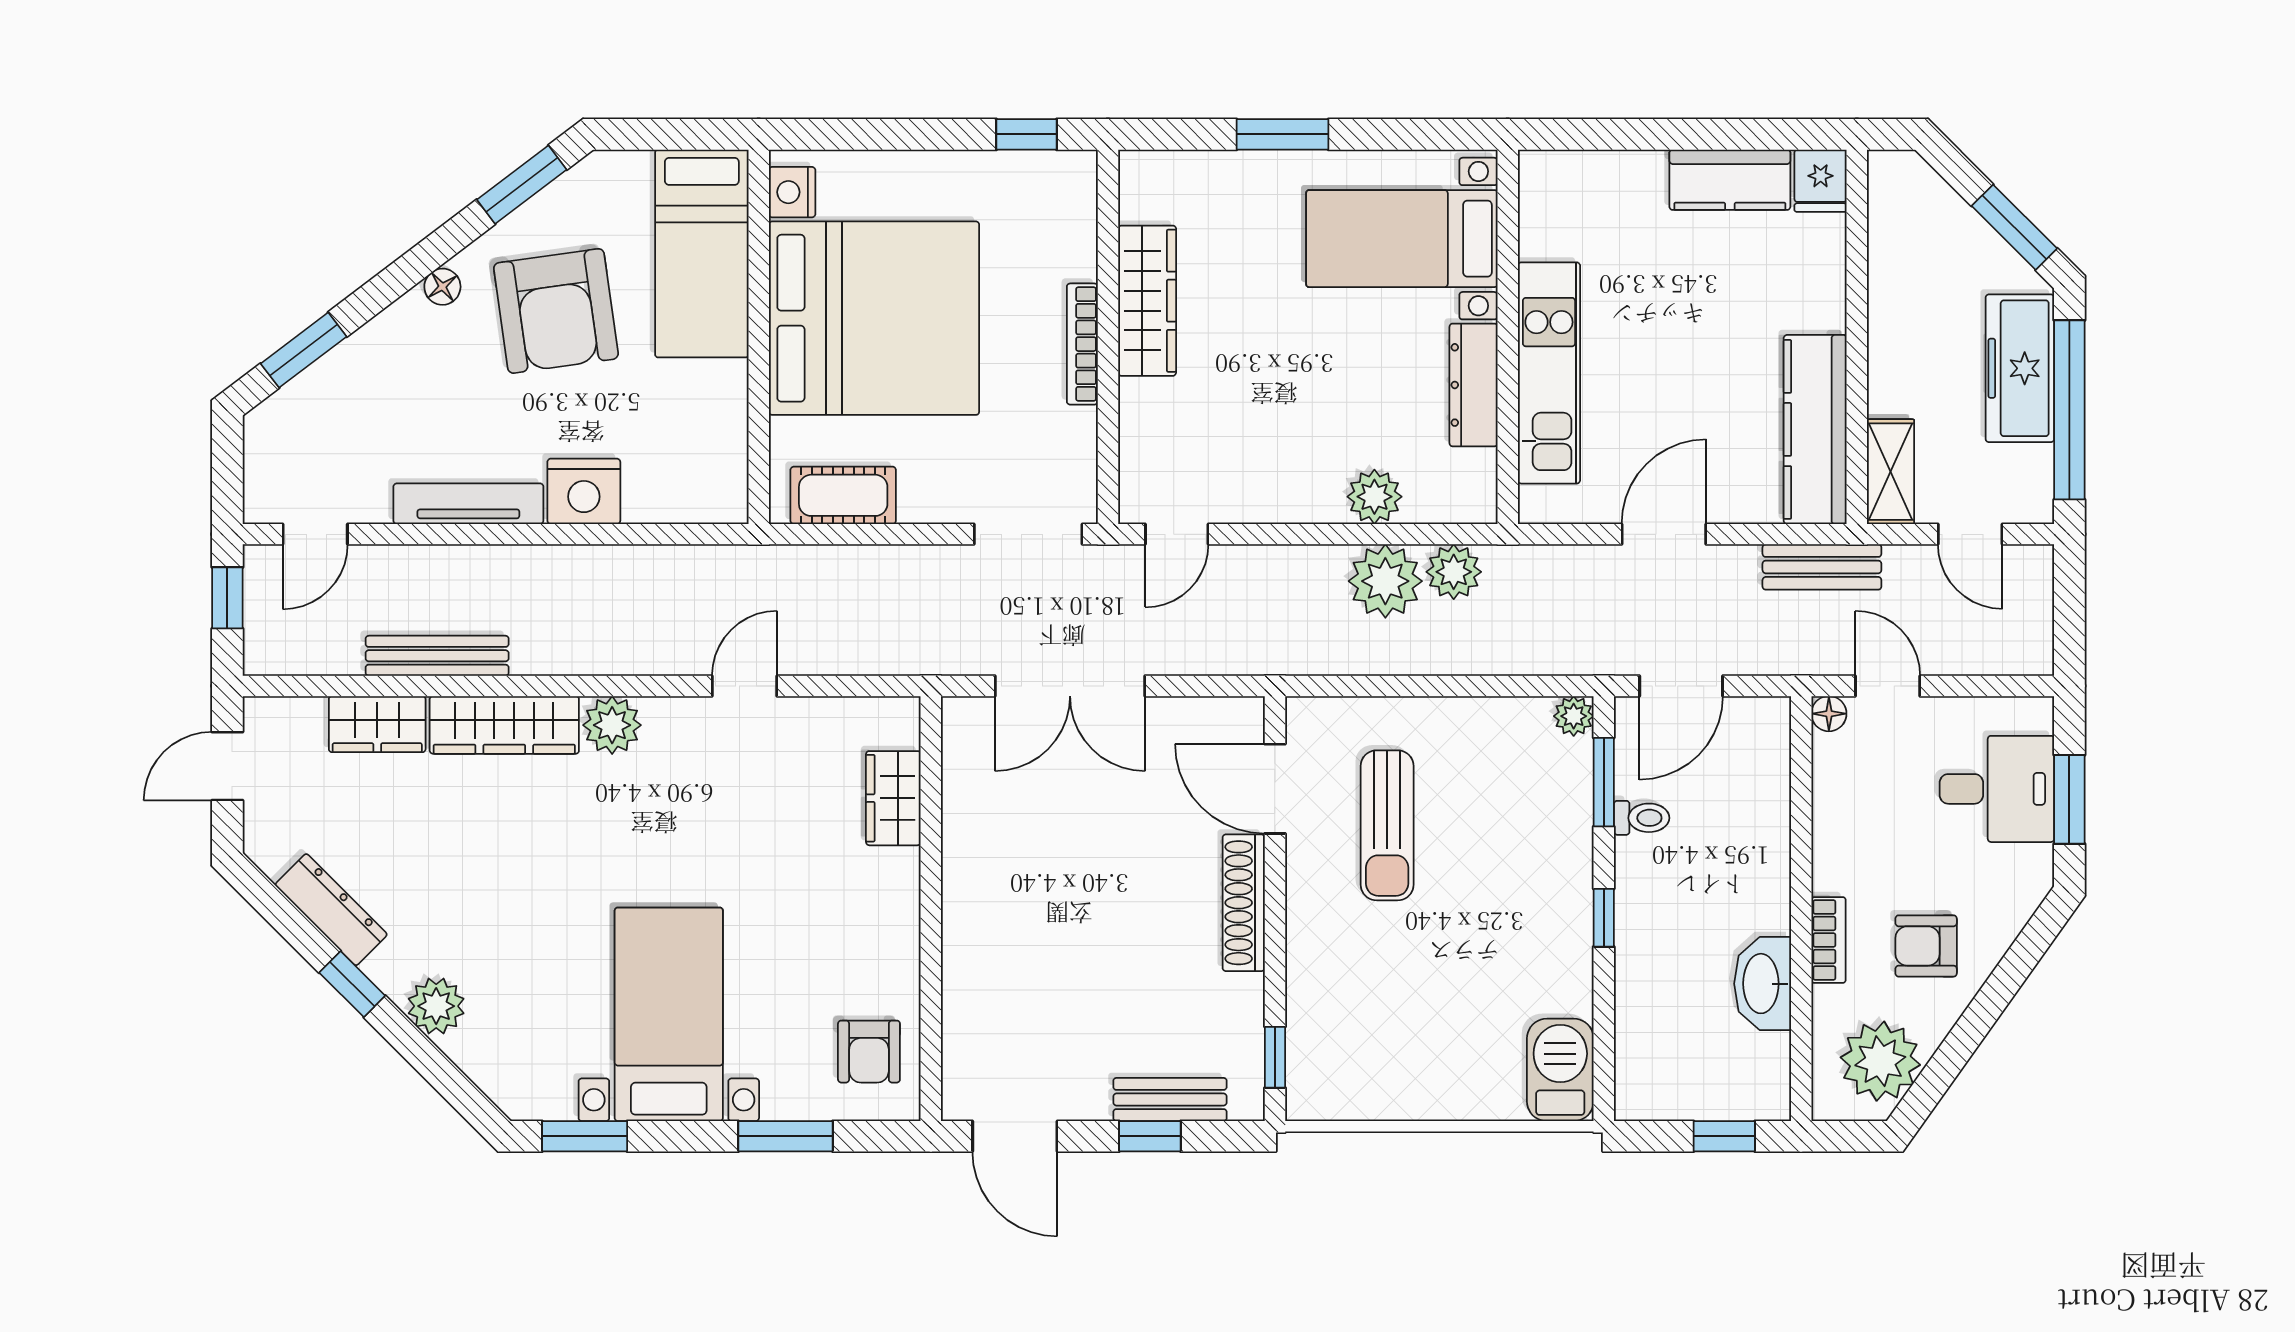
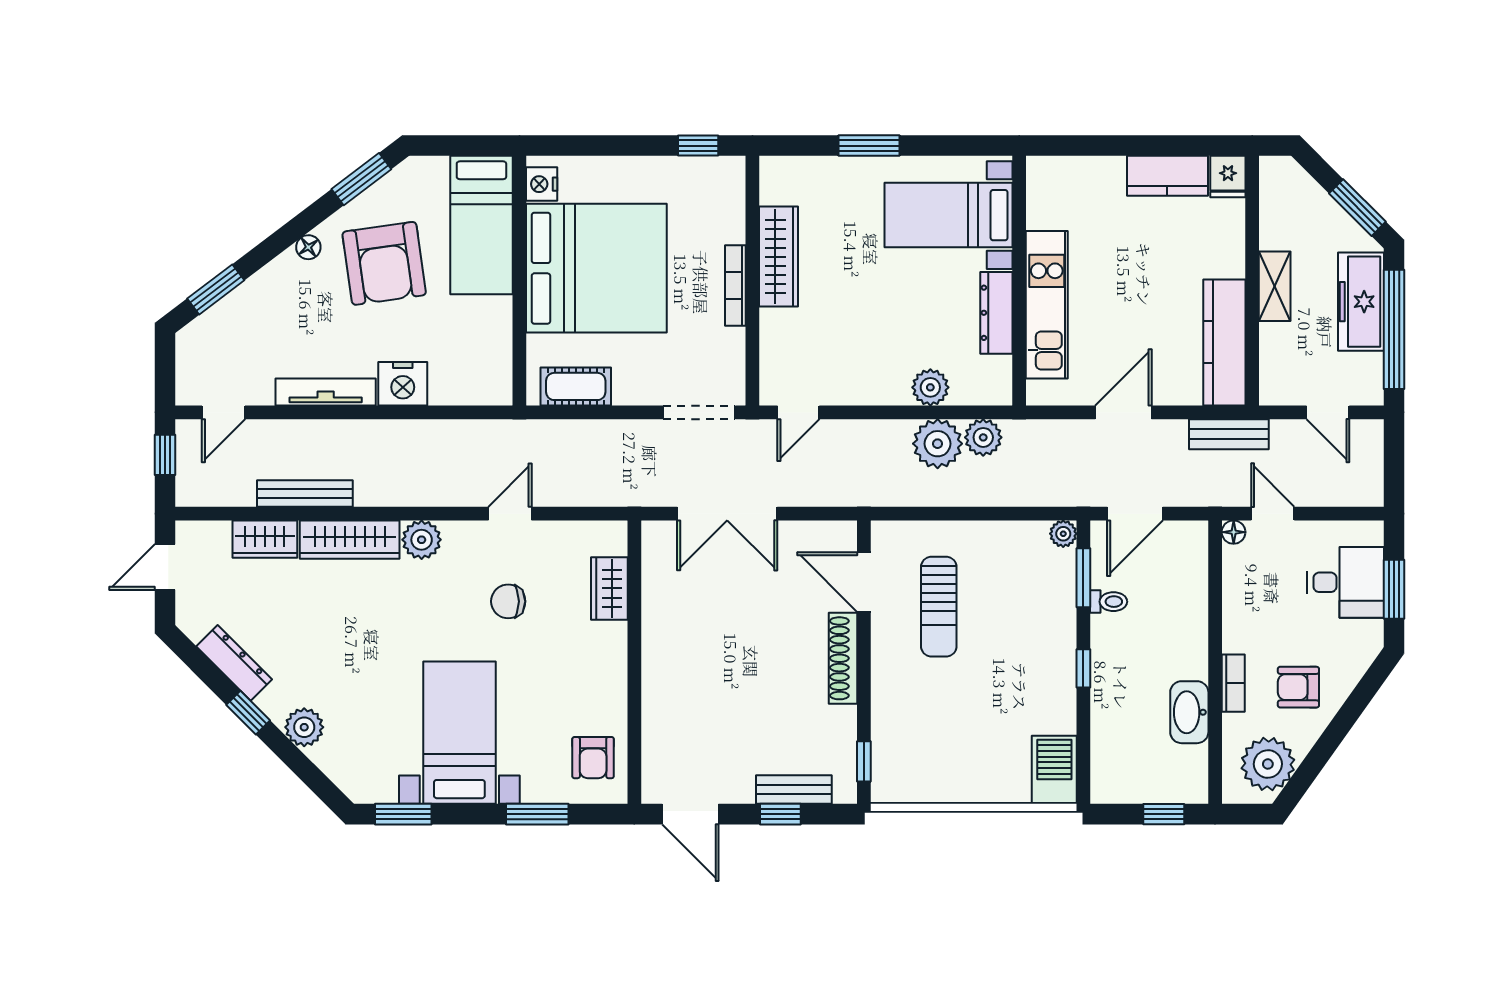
shelving: (1891, 472) -> (1275, 286), moved
chair: (742, 817) -> (508, 601), added

